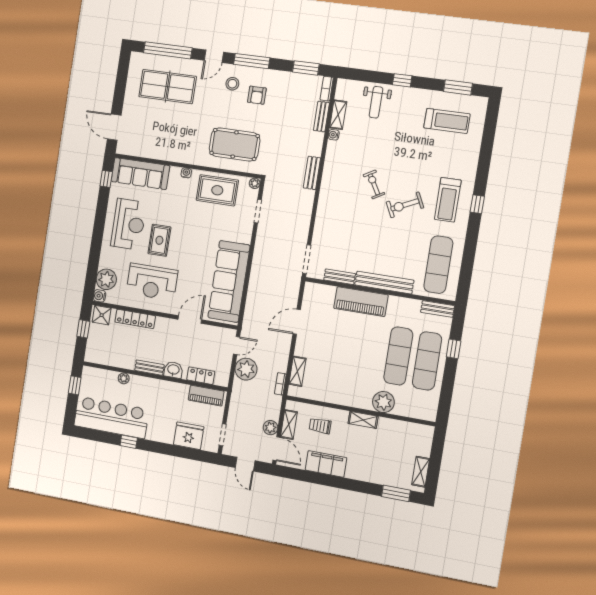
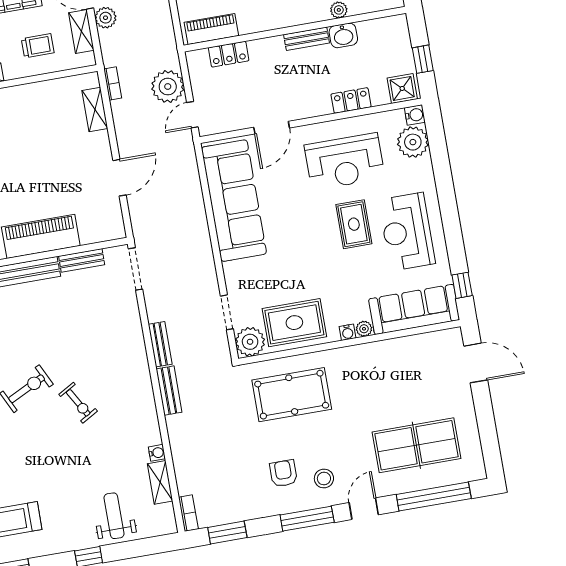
bench: (321, 116) -> (160, 344), moved
plant: (175, 172) -> (364, 329), added
plant: (255, 183) -> (250, 342), width x1.88, depth x1.88
reception desk: (152, 282) -> (345, 162), turned 180
locker: (135, 319) -> (351, 100), width x0.66
washbasin: (173, 370) -> (343, 35), moved

